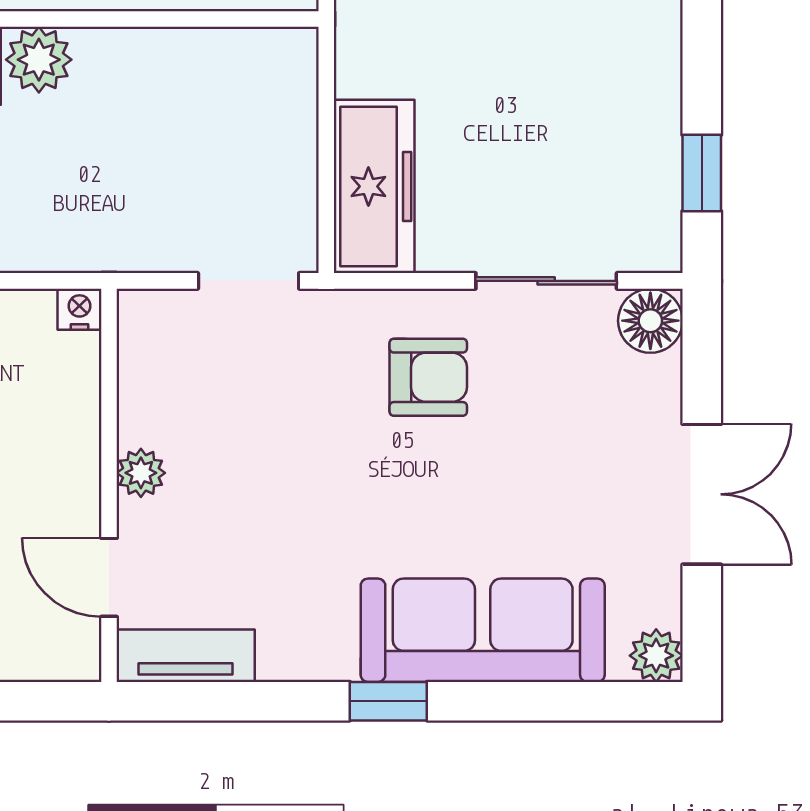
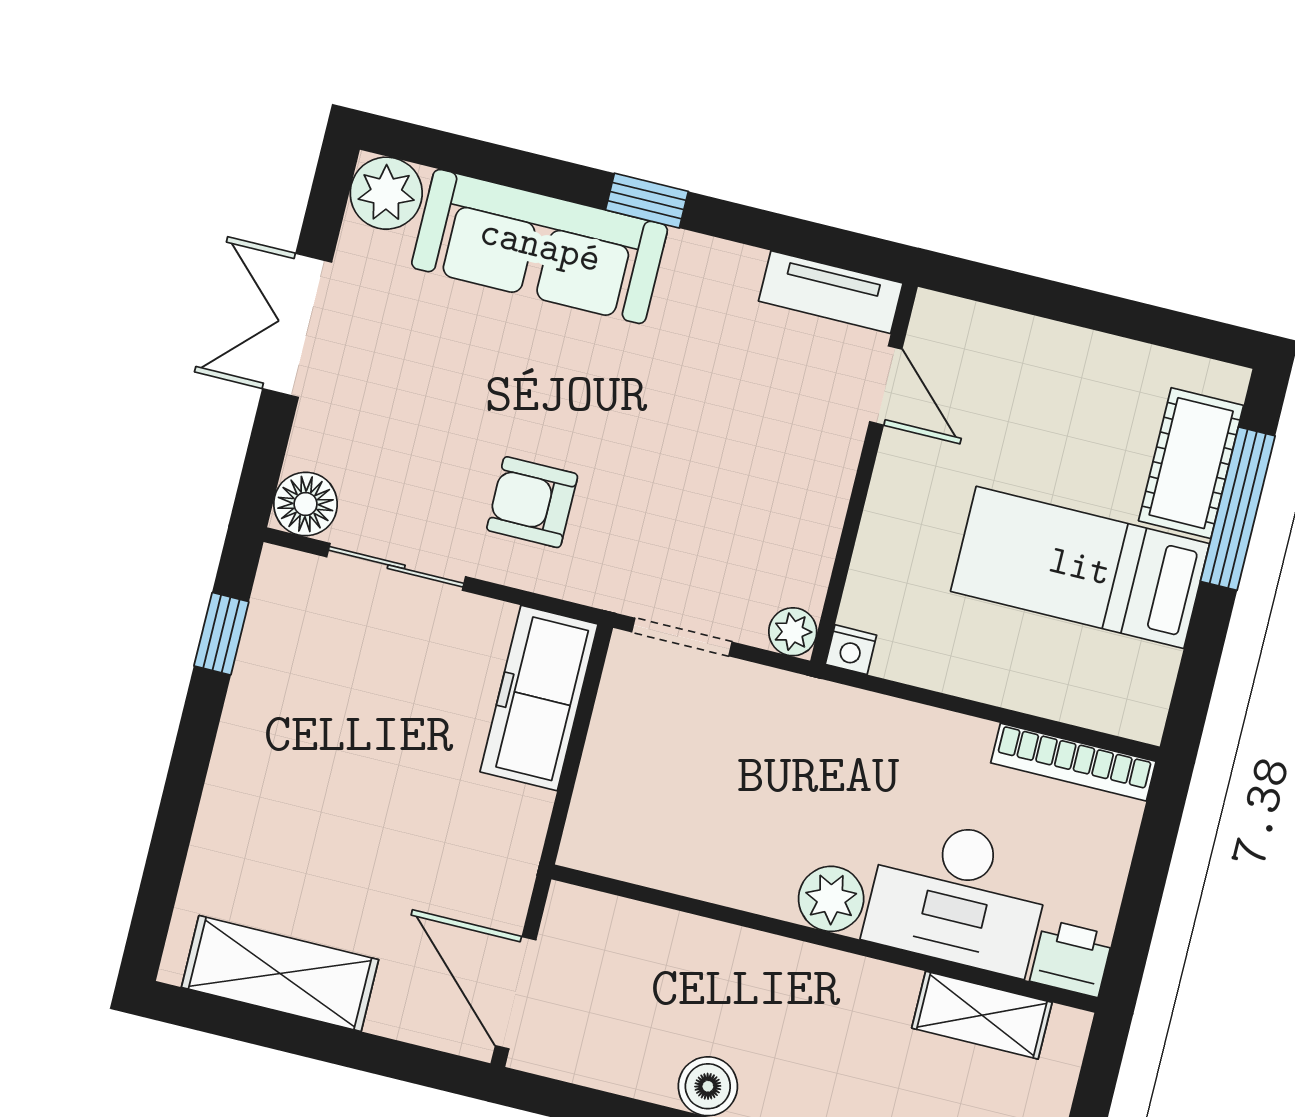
plant: (141, 473) -> (793, 632), moved
plant: (656, 656) -> (386, 193), width x1.38, depth x1.38

